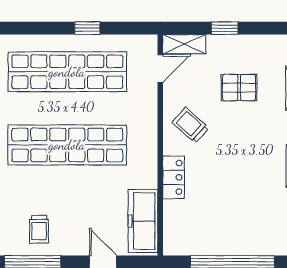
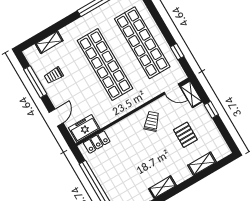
window: (87, 28) -> (177, 52), moved
locker: (174, 177) -> (97, 142), moved
freezer: (143, 221) -> (84, 128), width x0.71

